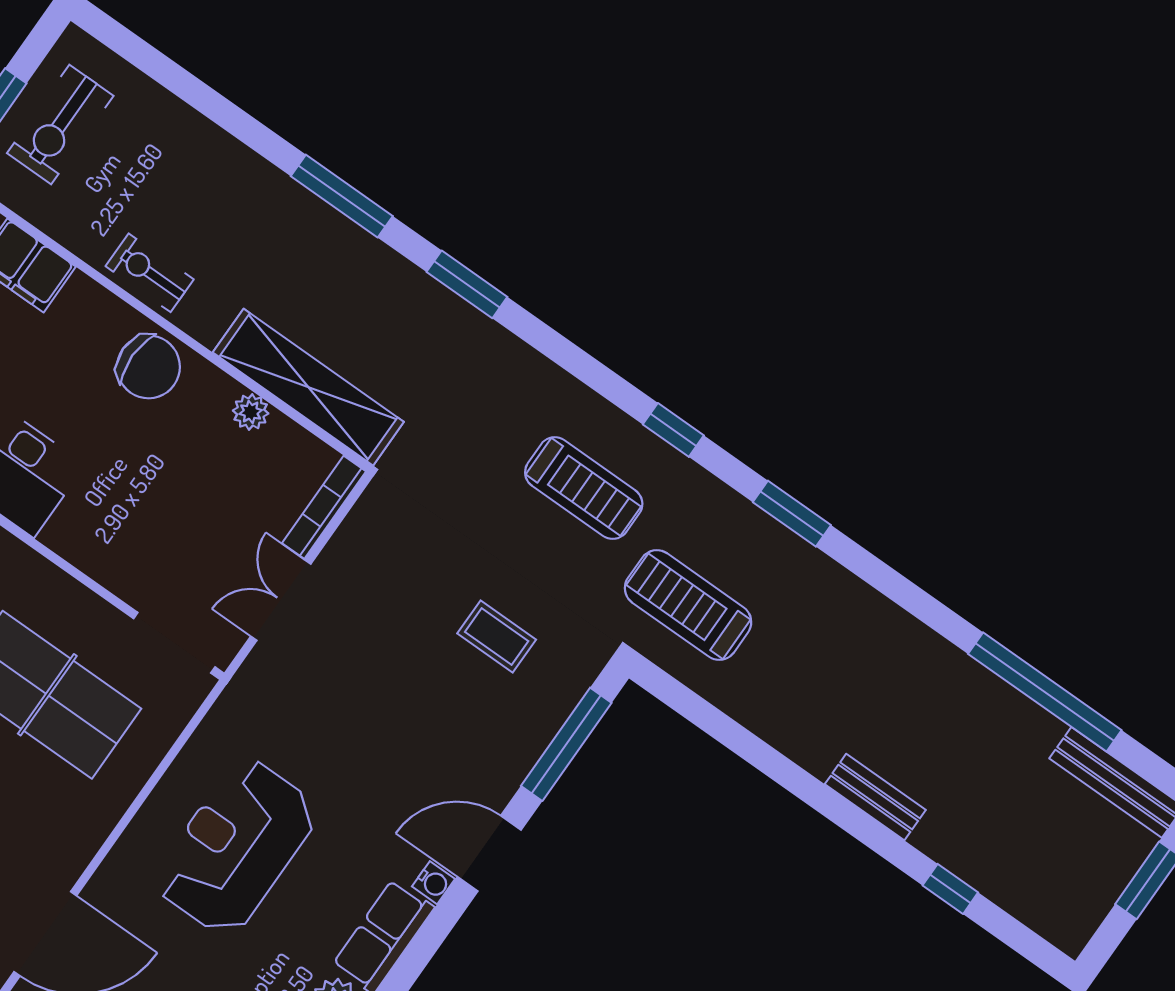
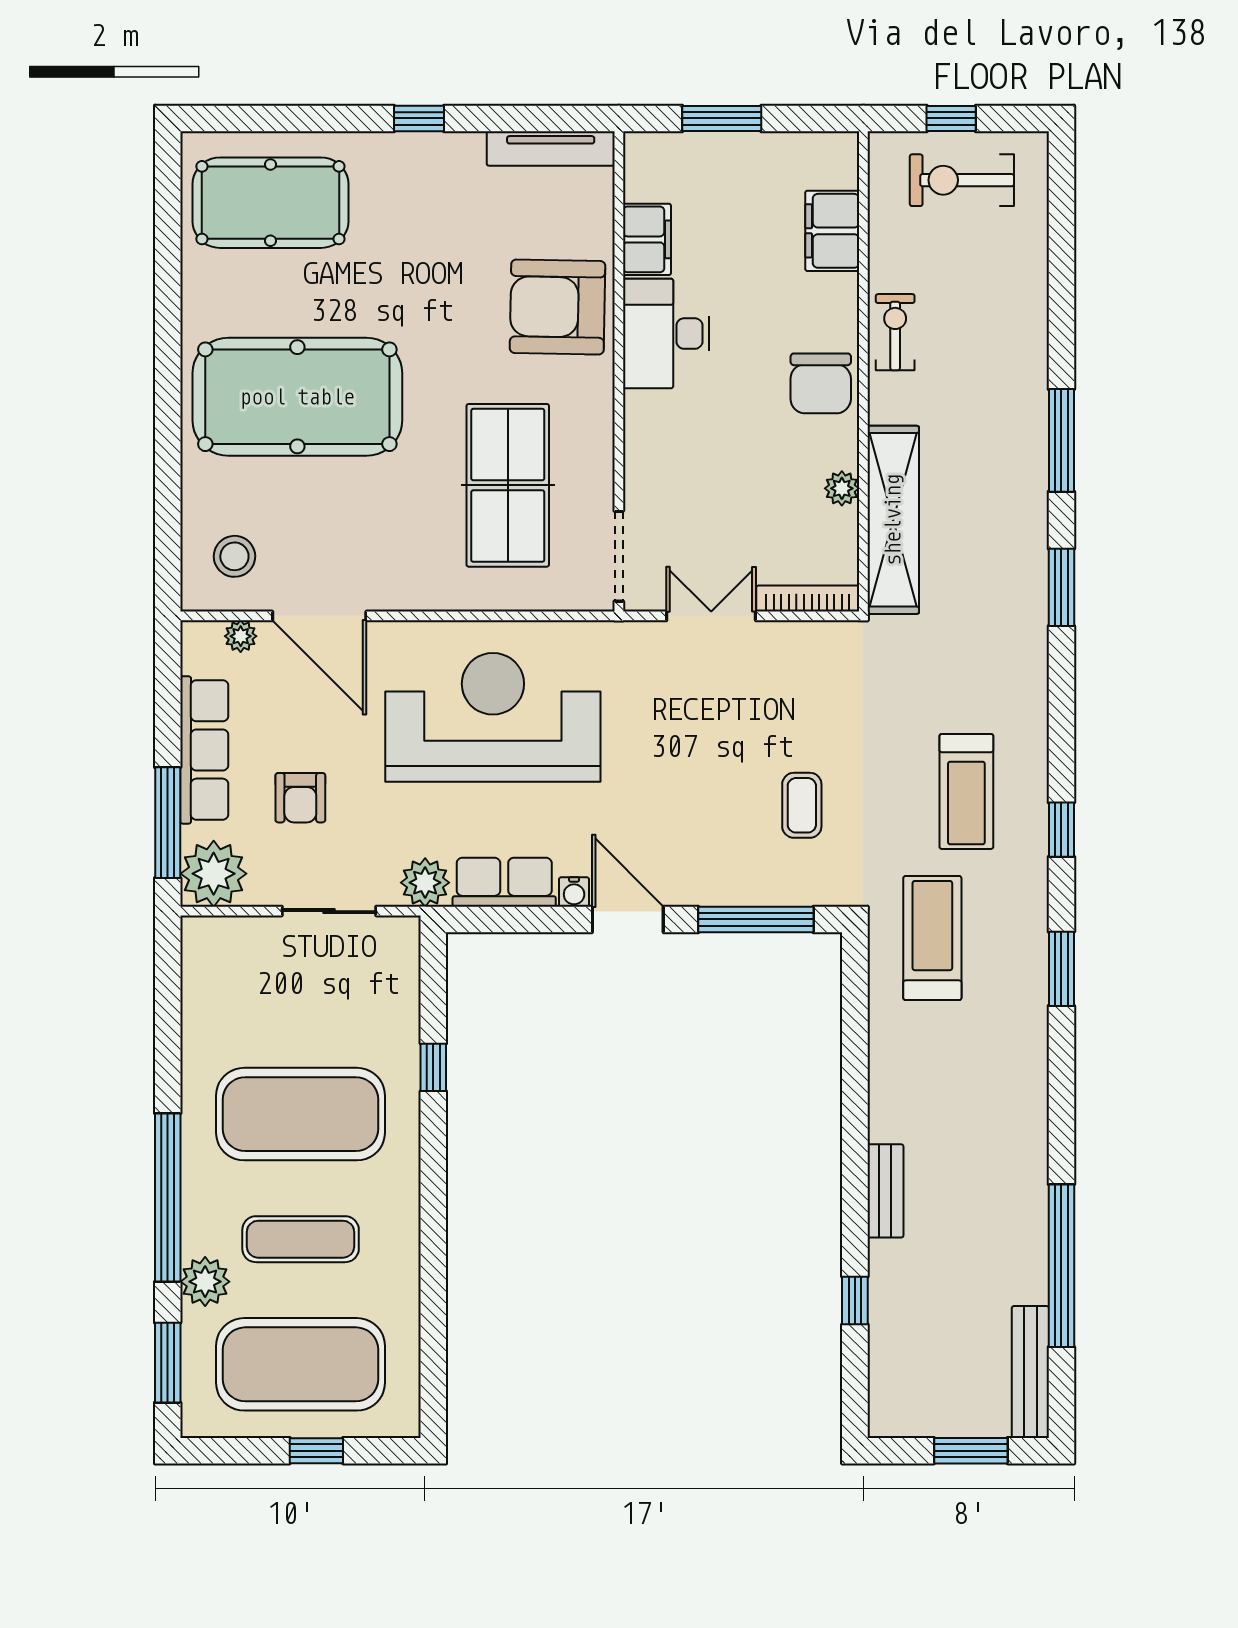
reception desk: (236, 847) -> (493, 717), width x1.36, depth x1.30

